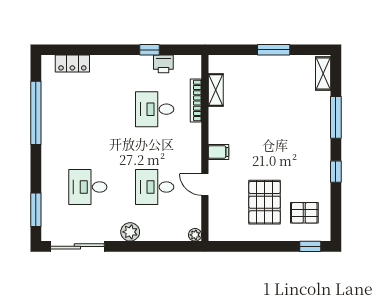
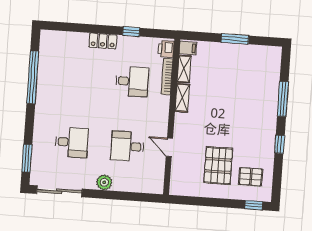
locker: (72, 64) -> (103, 41), moved
printer: (163, 64) -> (166, 49), moved, turned 90
shelving: (323, 73) -> (182, 98), moved
desk: (155, 109) -> (132, 81), turned 180
filing cabinet: (218, 152) -> (188, 48), moved
desk: (88, 187) -> (72, 142), turned 180
plant: (195, 235) -> (158, 189), removed

